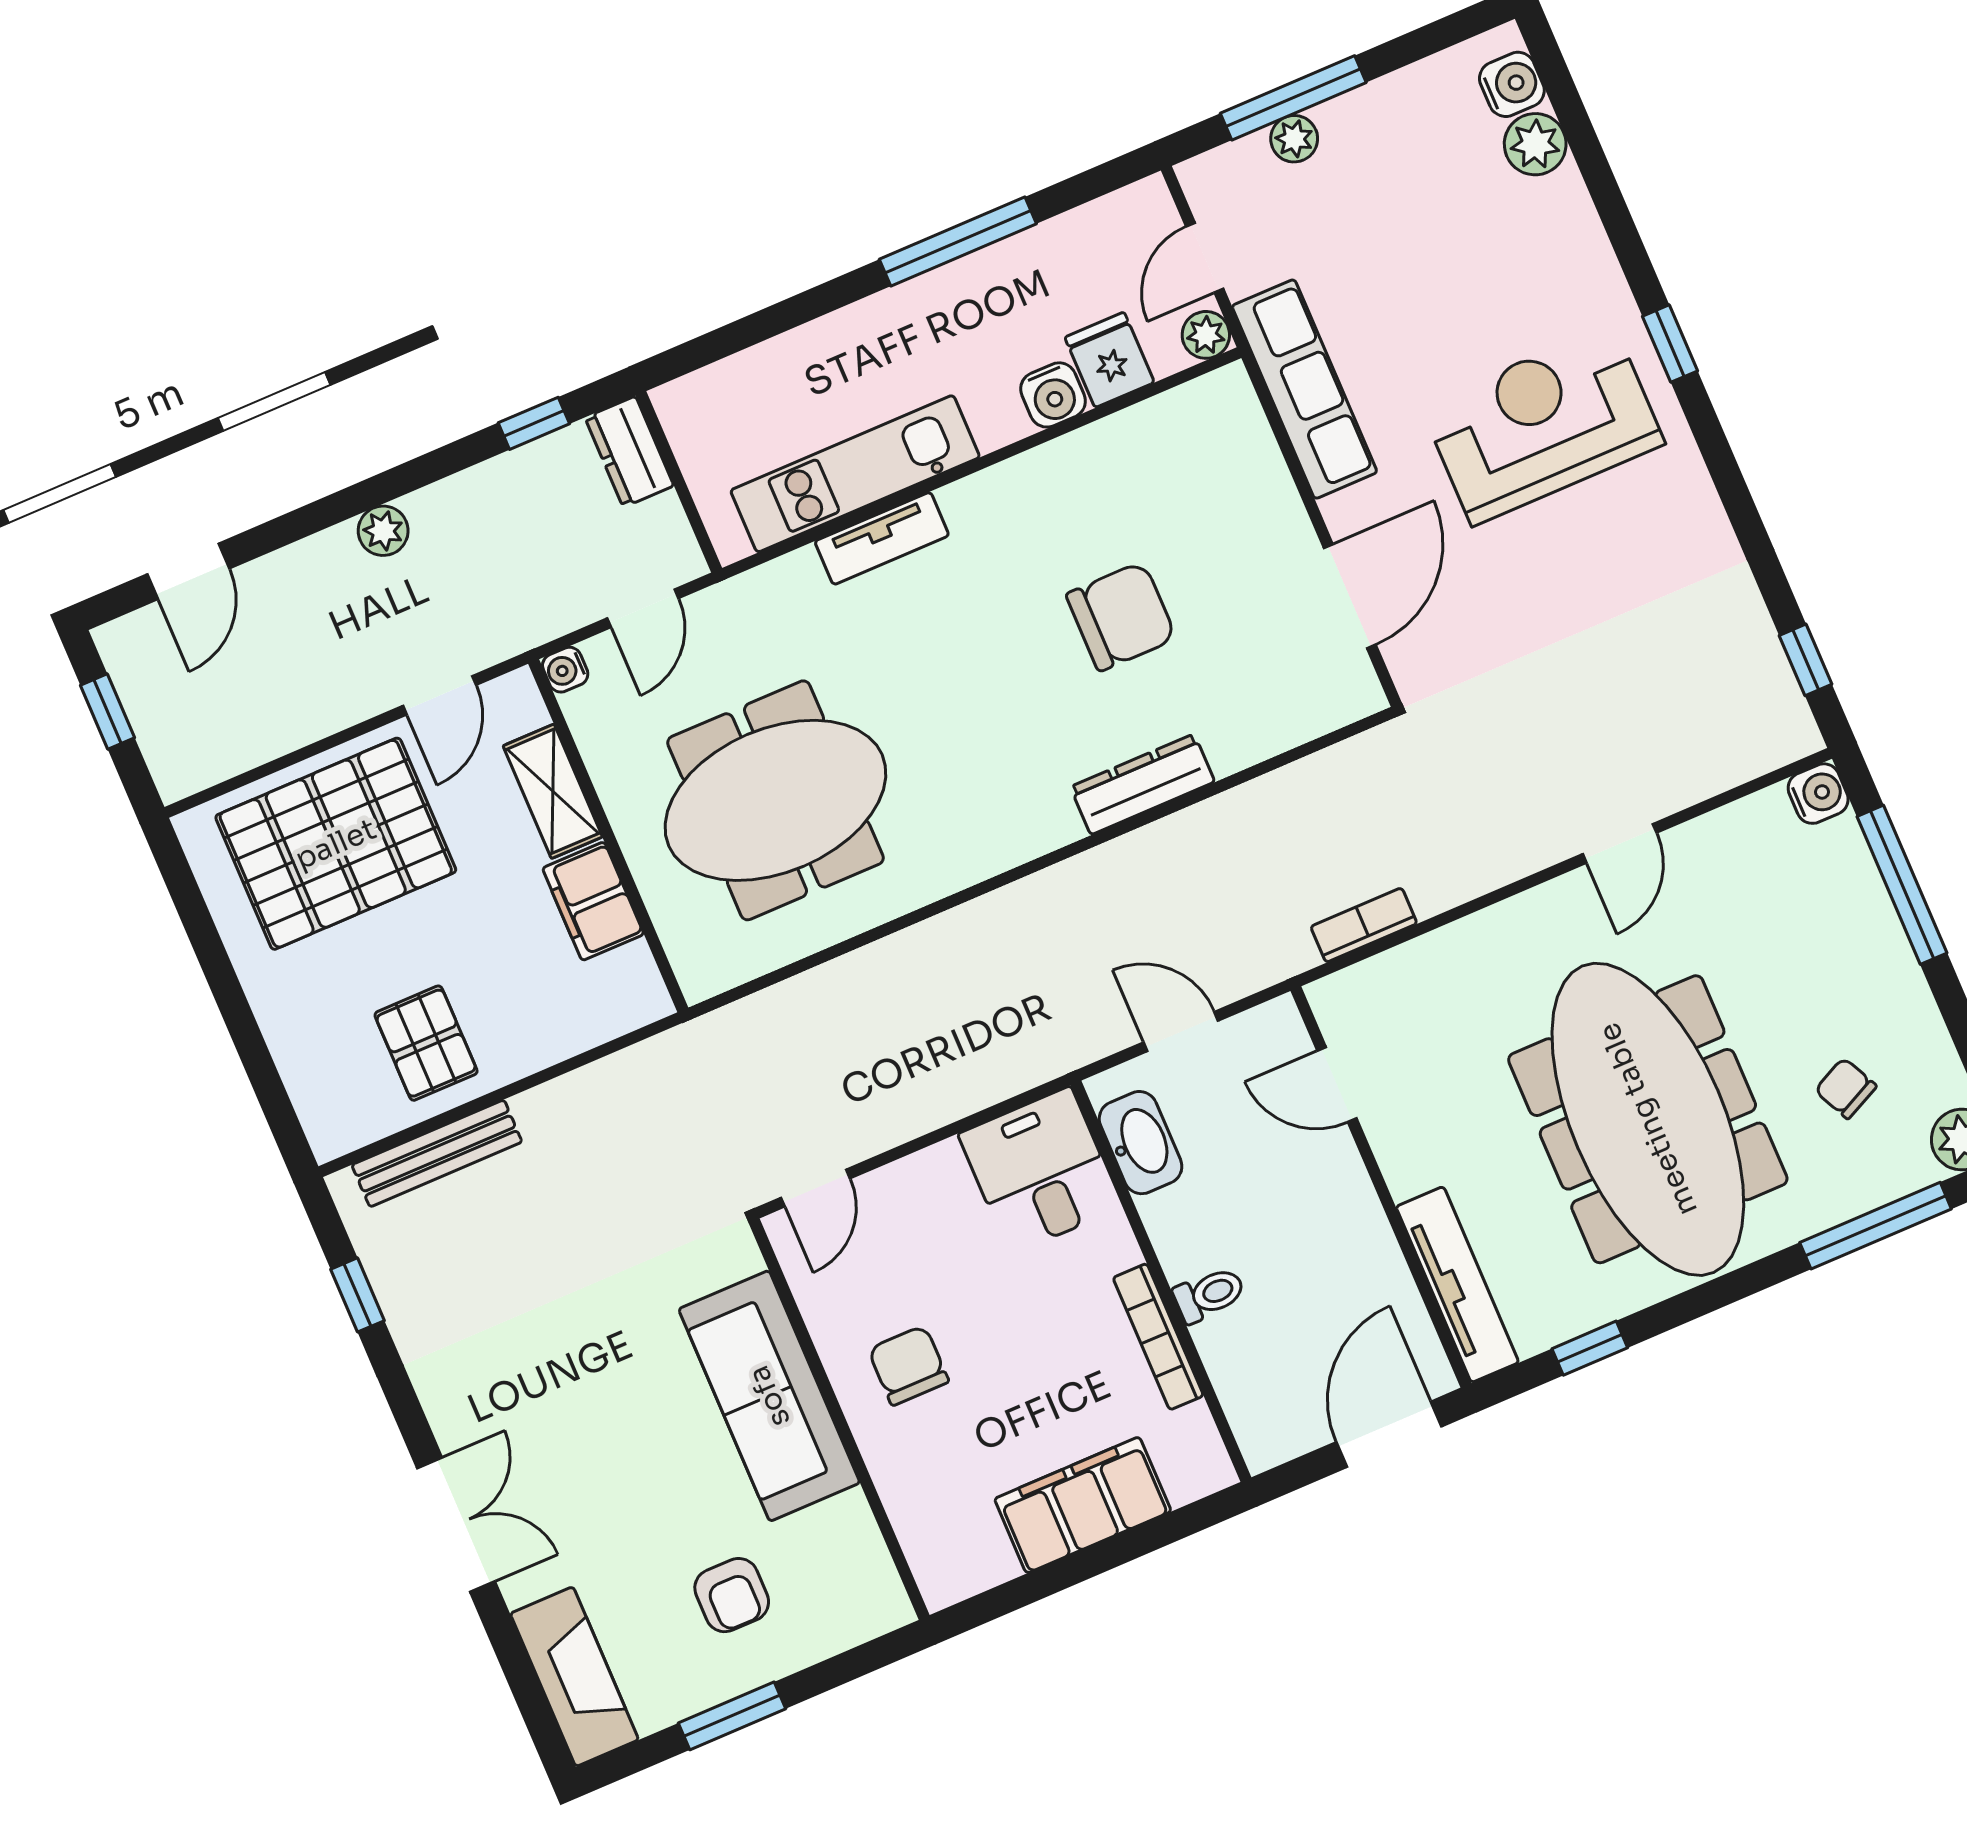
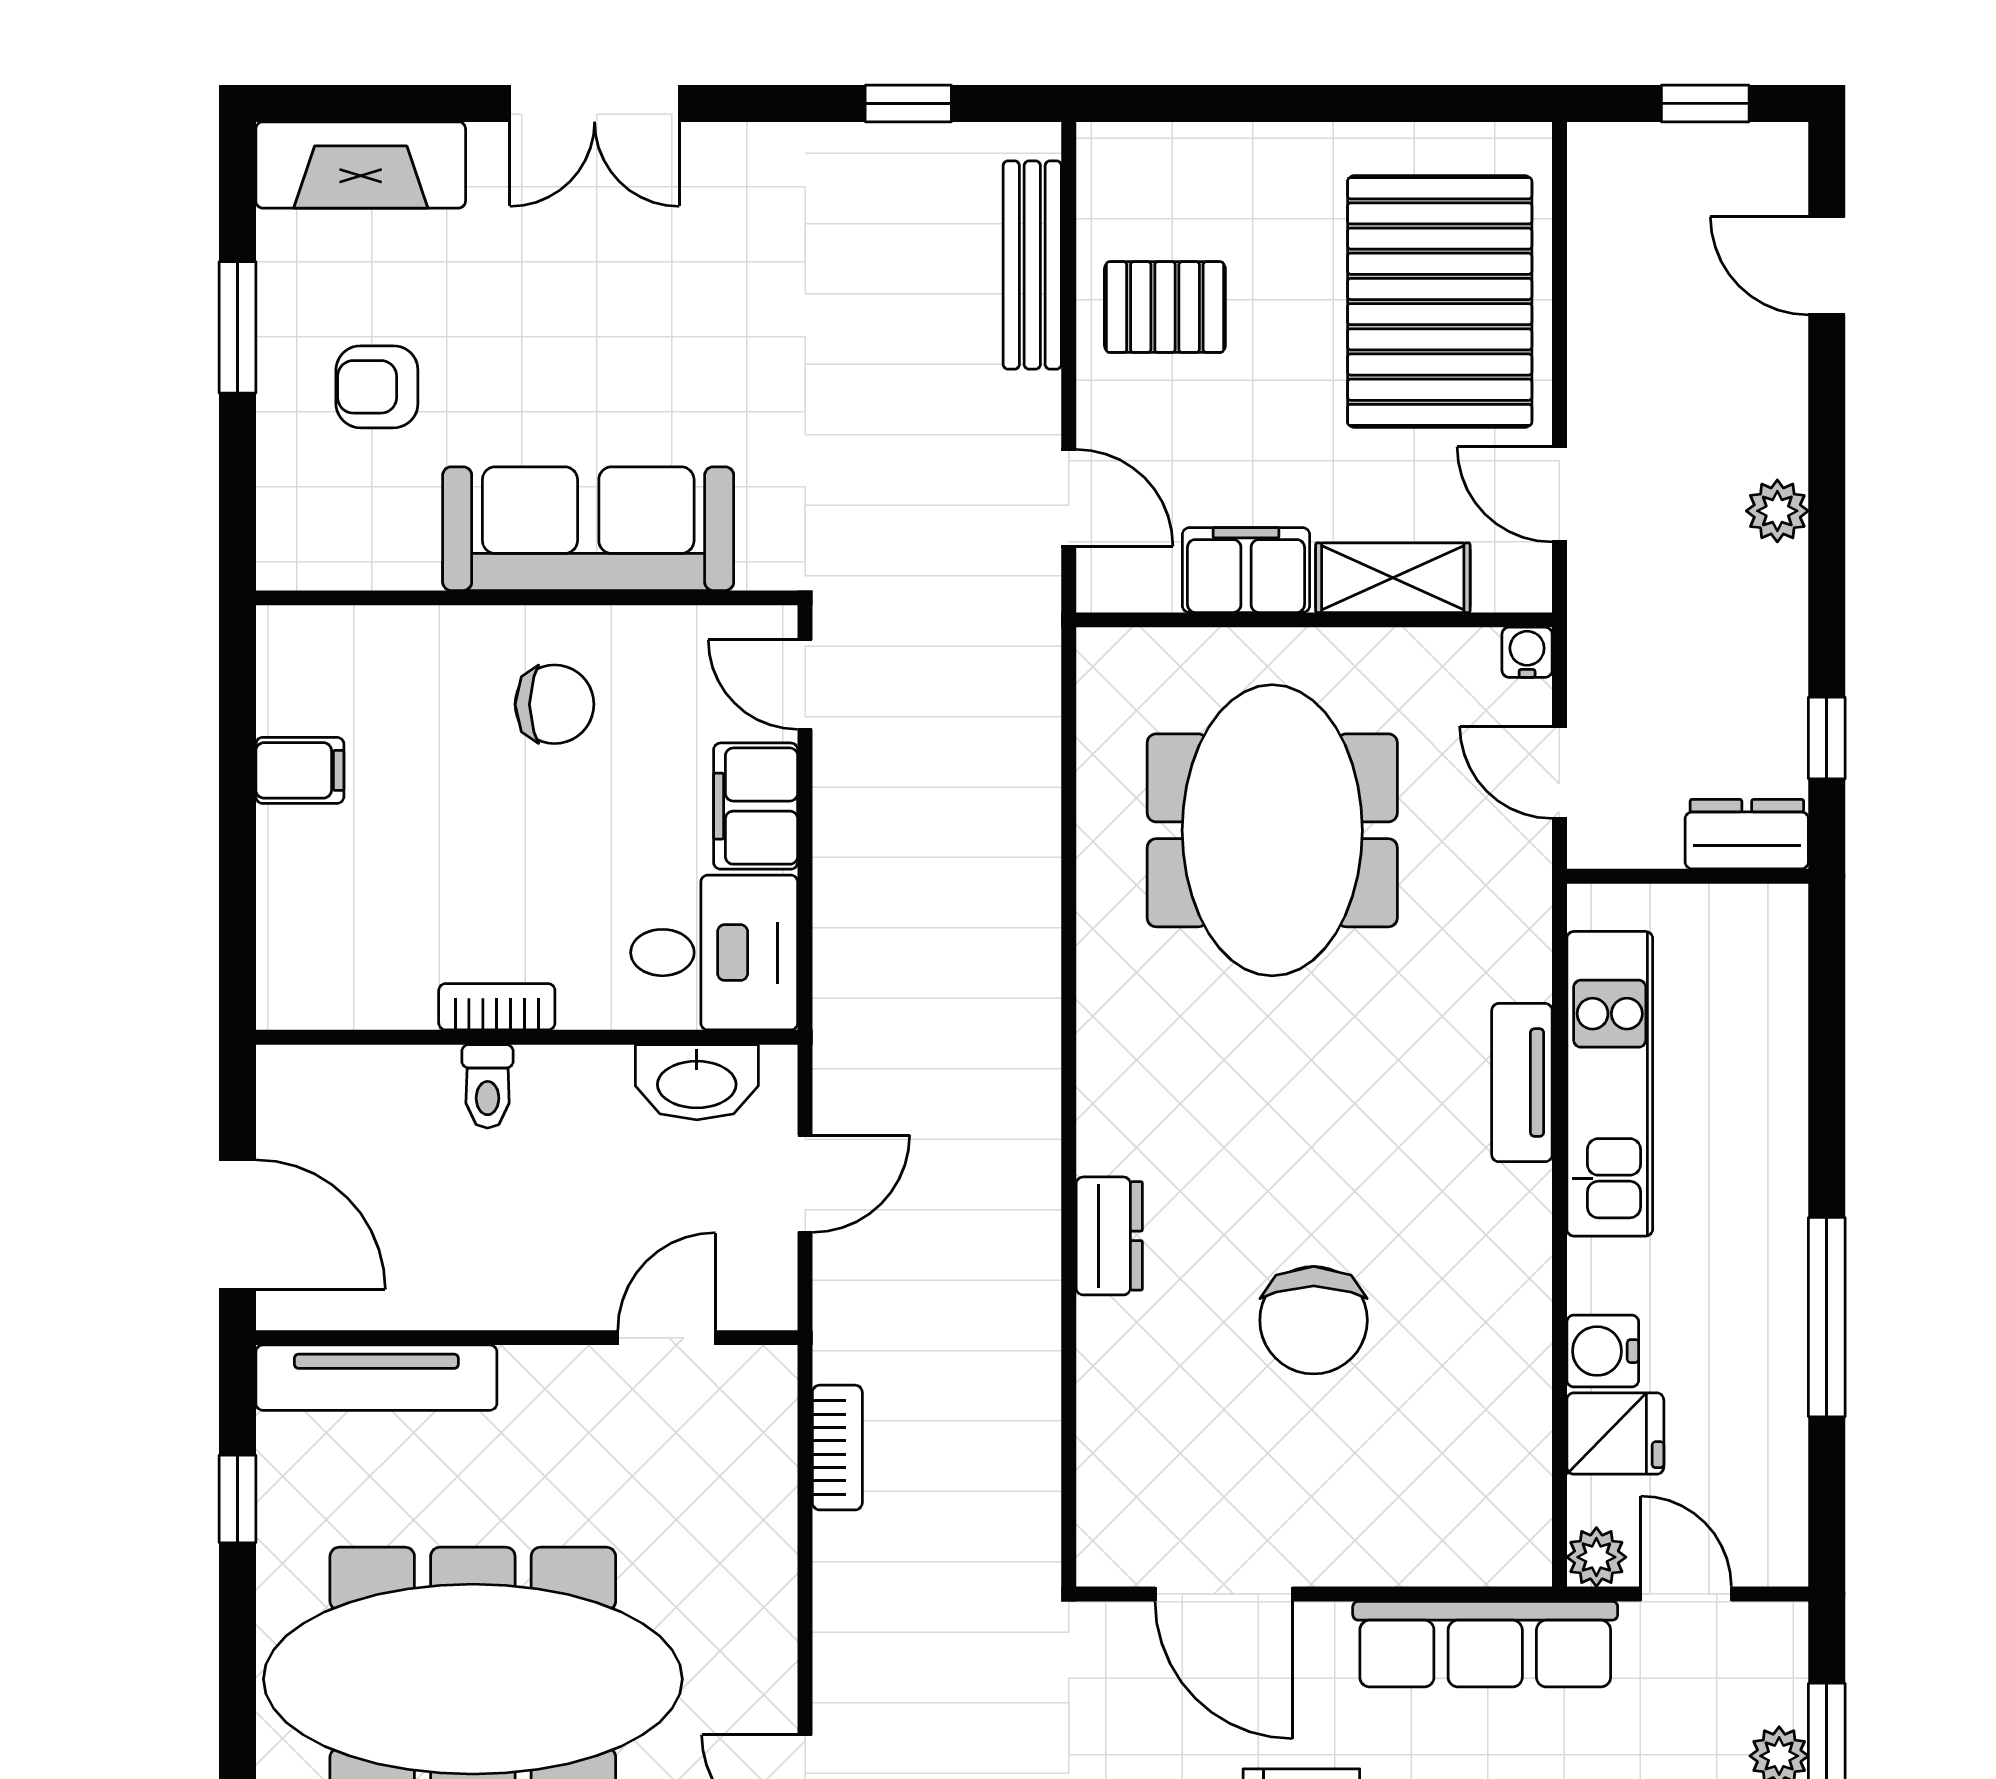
dresser: (1142, 784) -> (1109, 1236), width x0.70
door: (596, 1054) -> (1069, 498), added
filing cabinet: (920, 1186) -> (756, 806), added
bookcase: (1158, 1337) -> (497, 1007), width x0.64
filing cabinet: (1083, 1505) -> (300, 770), width x0.33, depth x0.86

